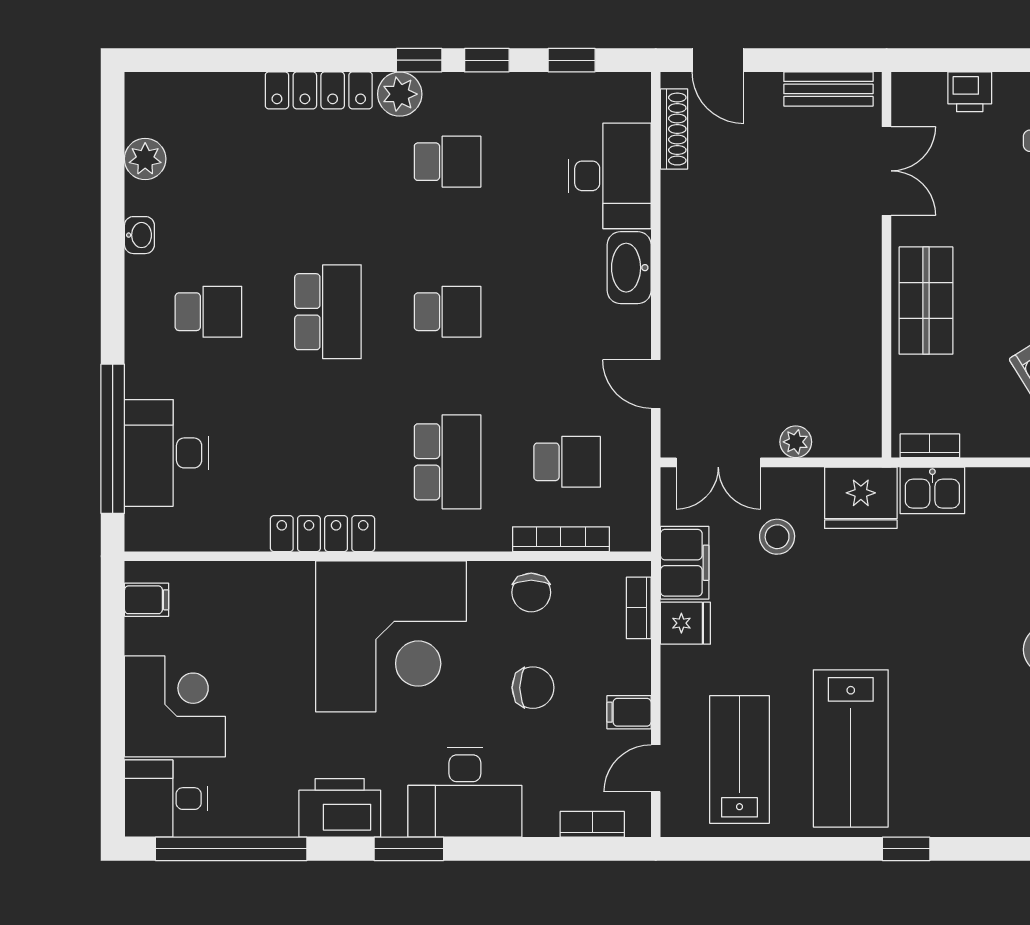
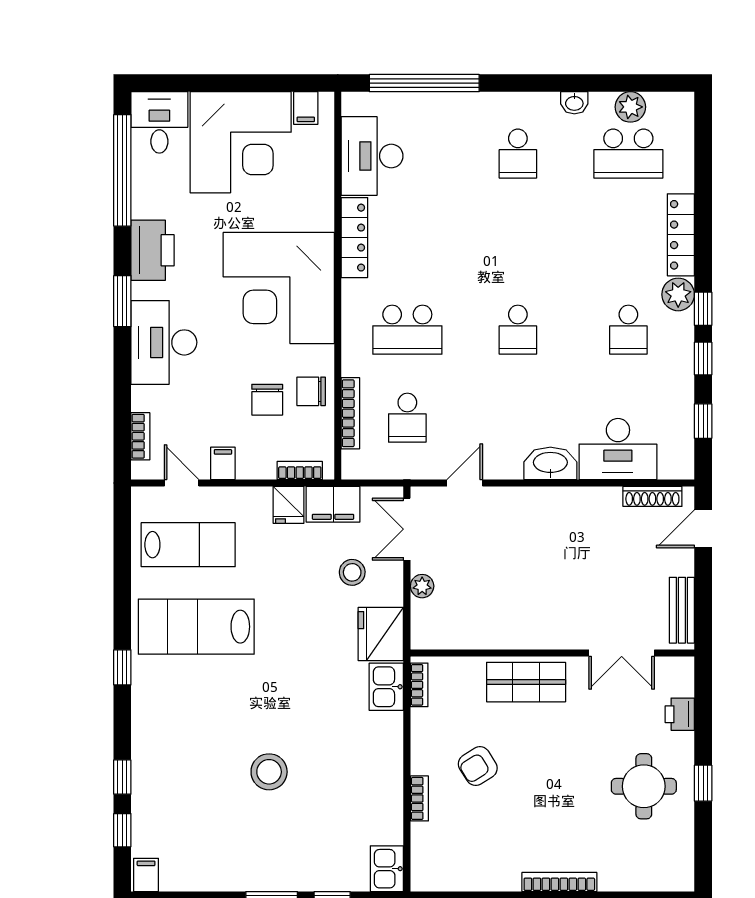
school desk: (328, 312) -> (628, 154), moved
desk: (166, 453) -> (372, 156), moved, turned -90
chair: (533, 688) -> (267, 400), moved
corner desk: (175, 706) -> (241, 142), width x1.36, depth x1.36

